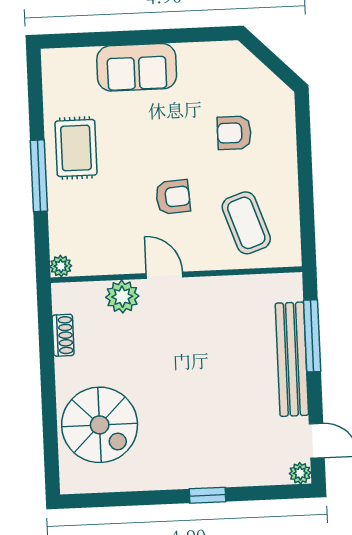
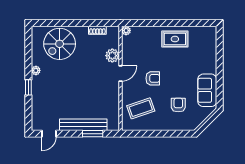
sofa: (137, 67) -> (207, 90), moved
window: (39, 176) -> (164, 23), removed
armchair: (173, 197) -> (153, 78), turned -86
window: (312, 336) -> (93, 134), width x0.69
plant: (300, 473) -> (36, 70), moved

